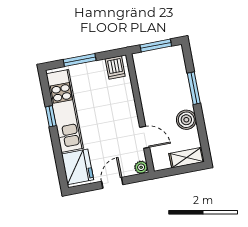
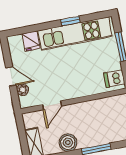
fridge: (78, 167) -> (31, 41), width x0.53, depth x0.75
plant: (141, 167) -> (23, 90), moved

